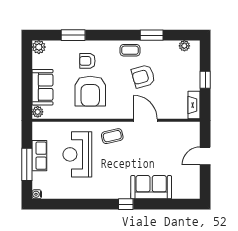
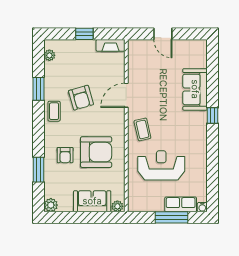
reception desk: (77, 154) -> (161, 165), turned 180
row of seats: (39, 156) -> (181, 204), moved

